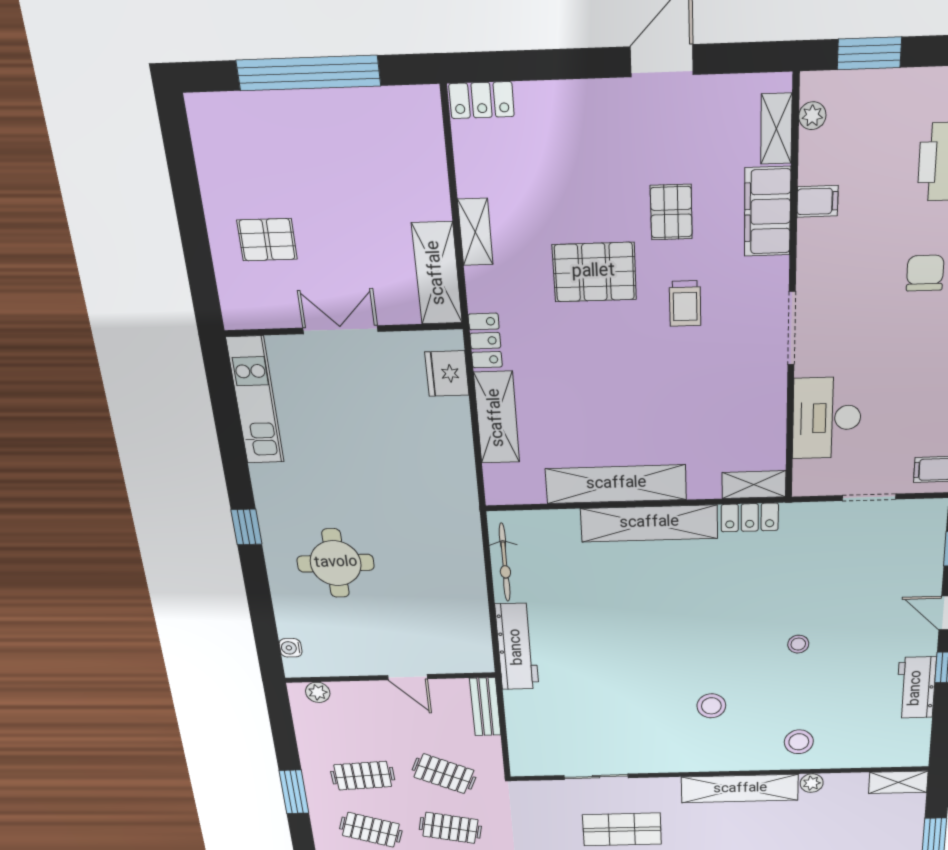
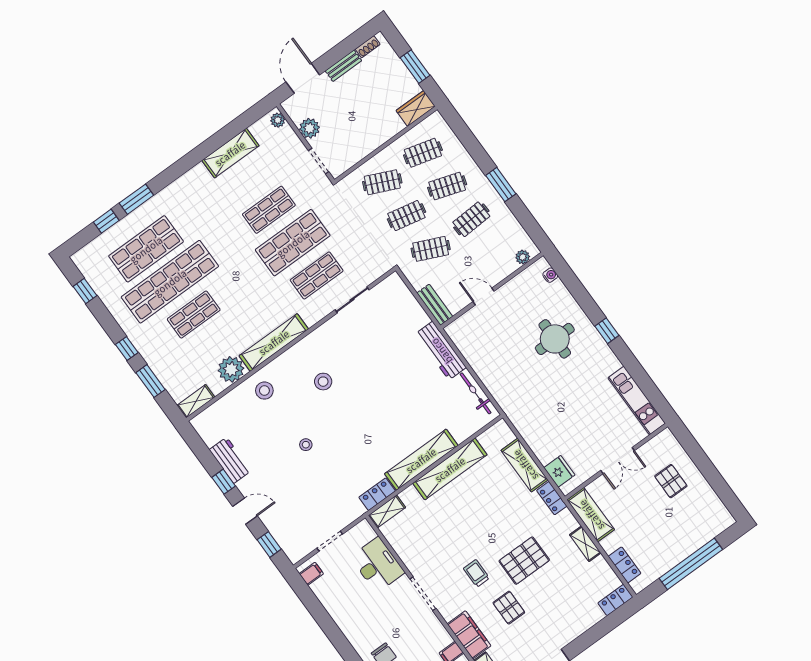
locker: (429, 151) -> (625, 565), added
pallet: (267, 240) -> (671, 481), turned 90
plant: (812, 783) -> (231, 369), width x1.87, depth x1.87

